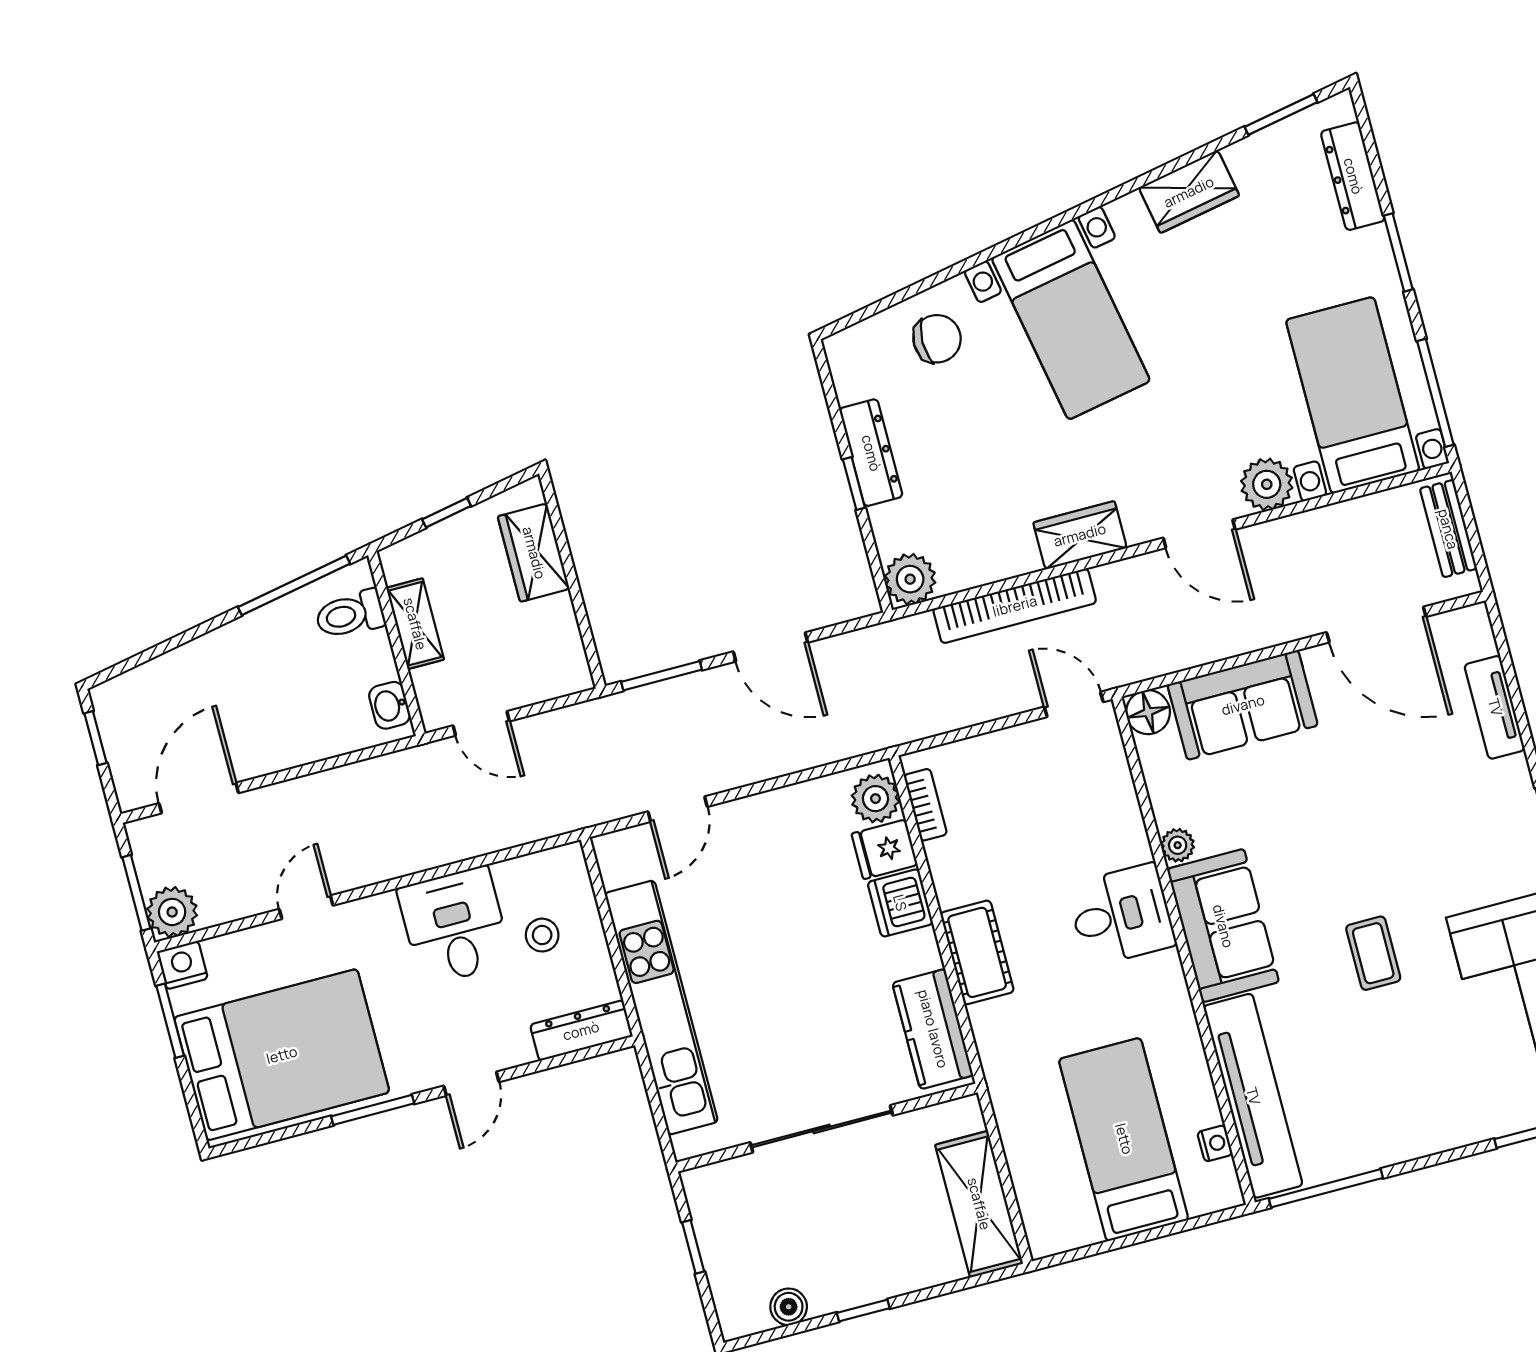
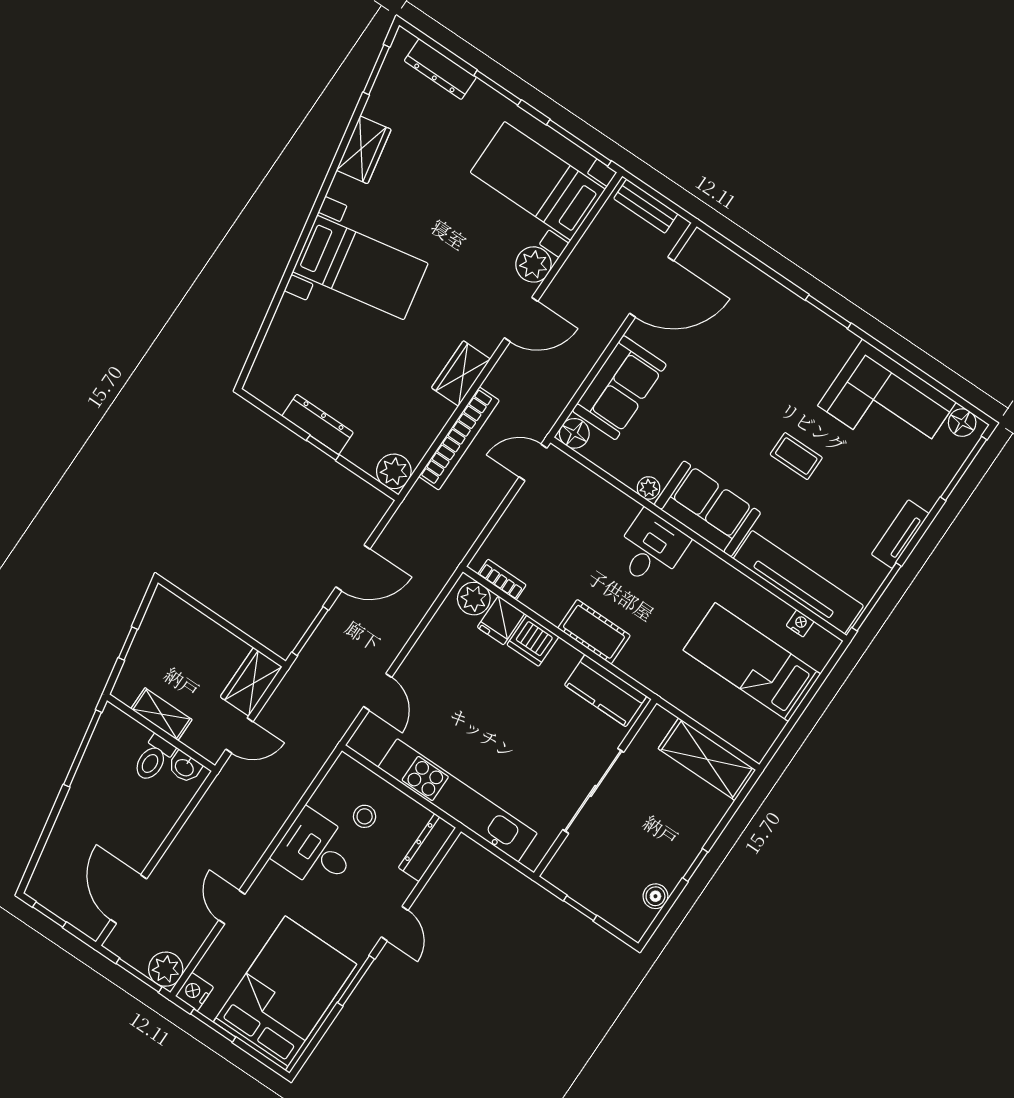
chair: (937, 339) -> (301, 337), removed
wardrobe: (534, 553) -> (251, 682), moved, turned 90
toilet: (350, 614) -> (153, 758), moved
tv unit: (1495, 707) -> (900, 534), moved, turned 90

